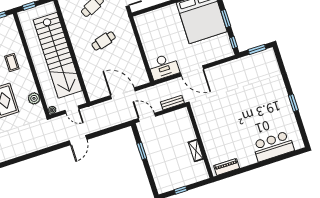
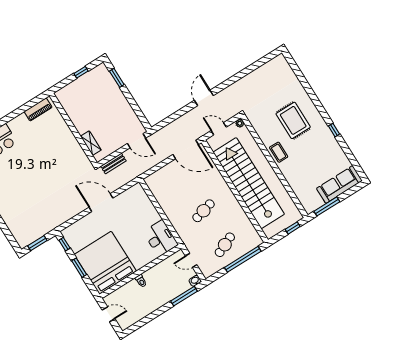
coffee table: (12, 62) -> (279, 152), moved
desk: (164, 67) -> (161, 238), moved, turned 90
door: (123, 93) -> (186, 150), moved
plant: (34, 98) -> (262, 131), removed
window: (142, 151) -> (117, 78), moved
shelving: (196, 151) -> (91, 143), moved

